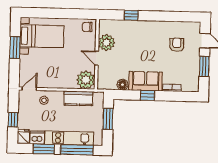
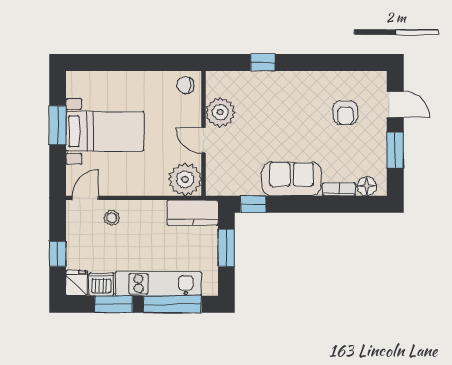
bed with nightstands: (42, 36) -> (105, 131), moved
armchair: (177, 45) -> (345, 113), turned 180
floor lamp: (123, 85) -> (367, 186), moved
window: (147, 95) -> (253, 204), moved
kitchen counter: (78, 98) -> (193, 213), moved

